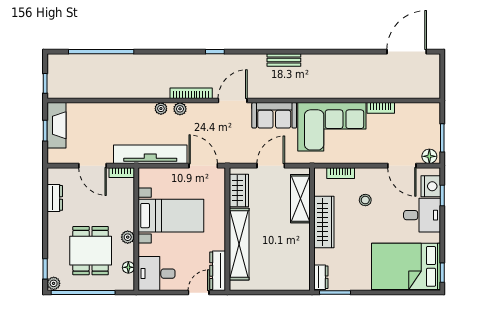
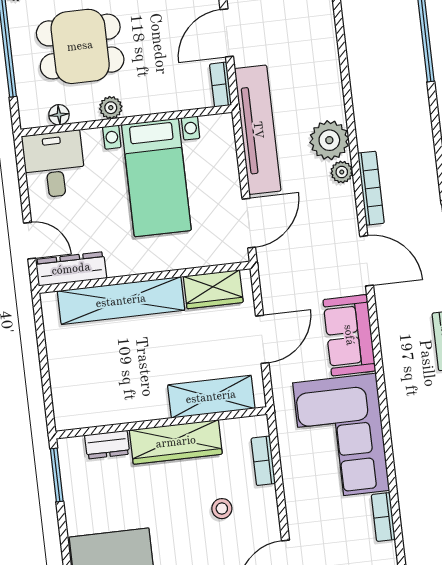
plant: (161, 109) -> (329, 140), width x1.87, depth x1.87
door: (271, 166) -> (262, 339), hinge flipped
dresser: (321, 277) -> (107, 445), moved

